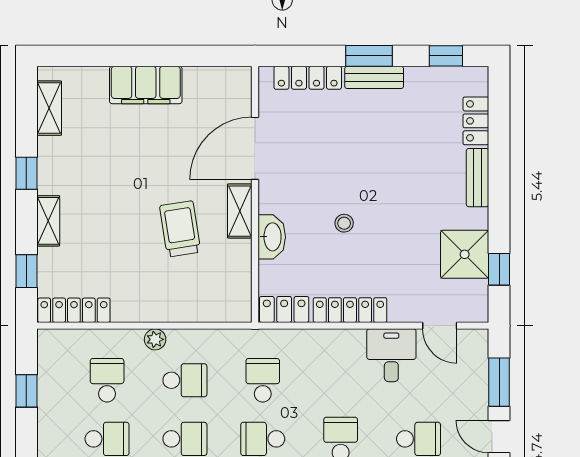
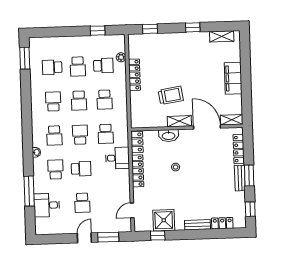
shelving: (48, 221) -> (232, 120), moved
locker: (74, 310) -> (134, 75), moved
plant: (155, 339) -> (121, 57), moved
desk: (391, 355) -> (117, 158), moved
school desk: (263, 380) -> (106, 134), turned 90

